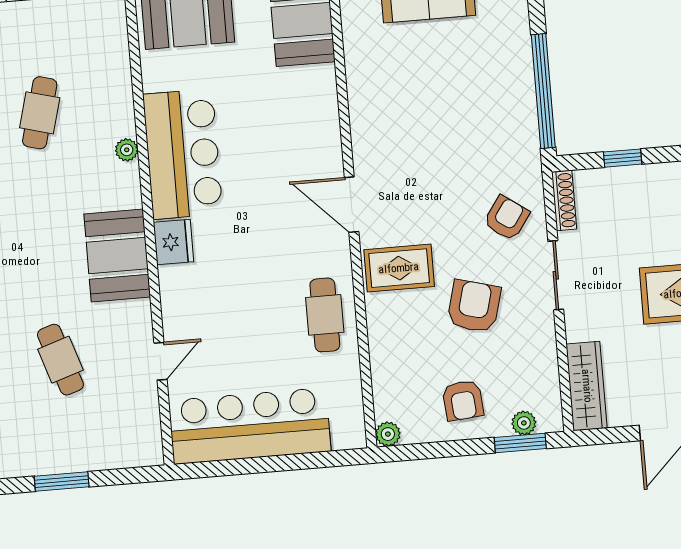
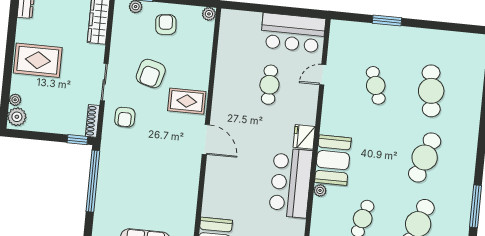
window: (623, 158) -> (77, 140), moved
armchair: (507, 218) -> (125, 117), turned -35
booth: (117, 255) -> (333, 160), moved
cafe table: (325, 315) -> (269, 85), moved
bar counter: (250, 426) -> (293, 33), width x0.73

